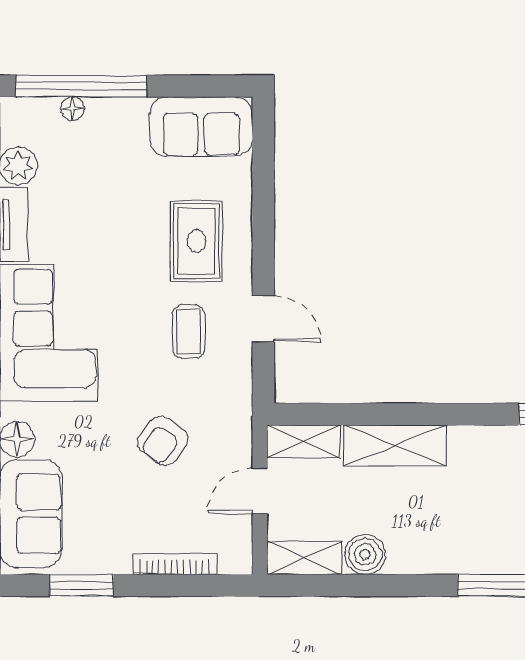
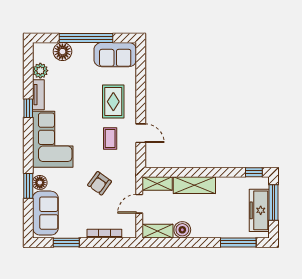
window: (81, 86) -> (86, 38), moved
floor lamp: (72, 109) -> (62, 52), width x1.89, depth x1.89

